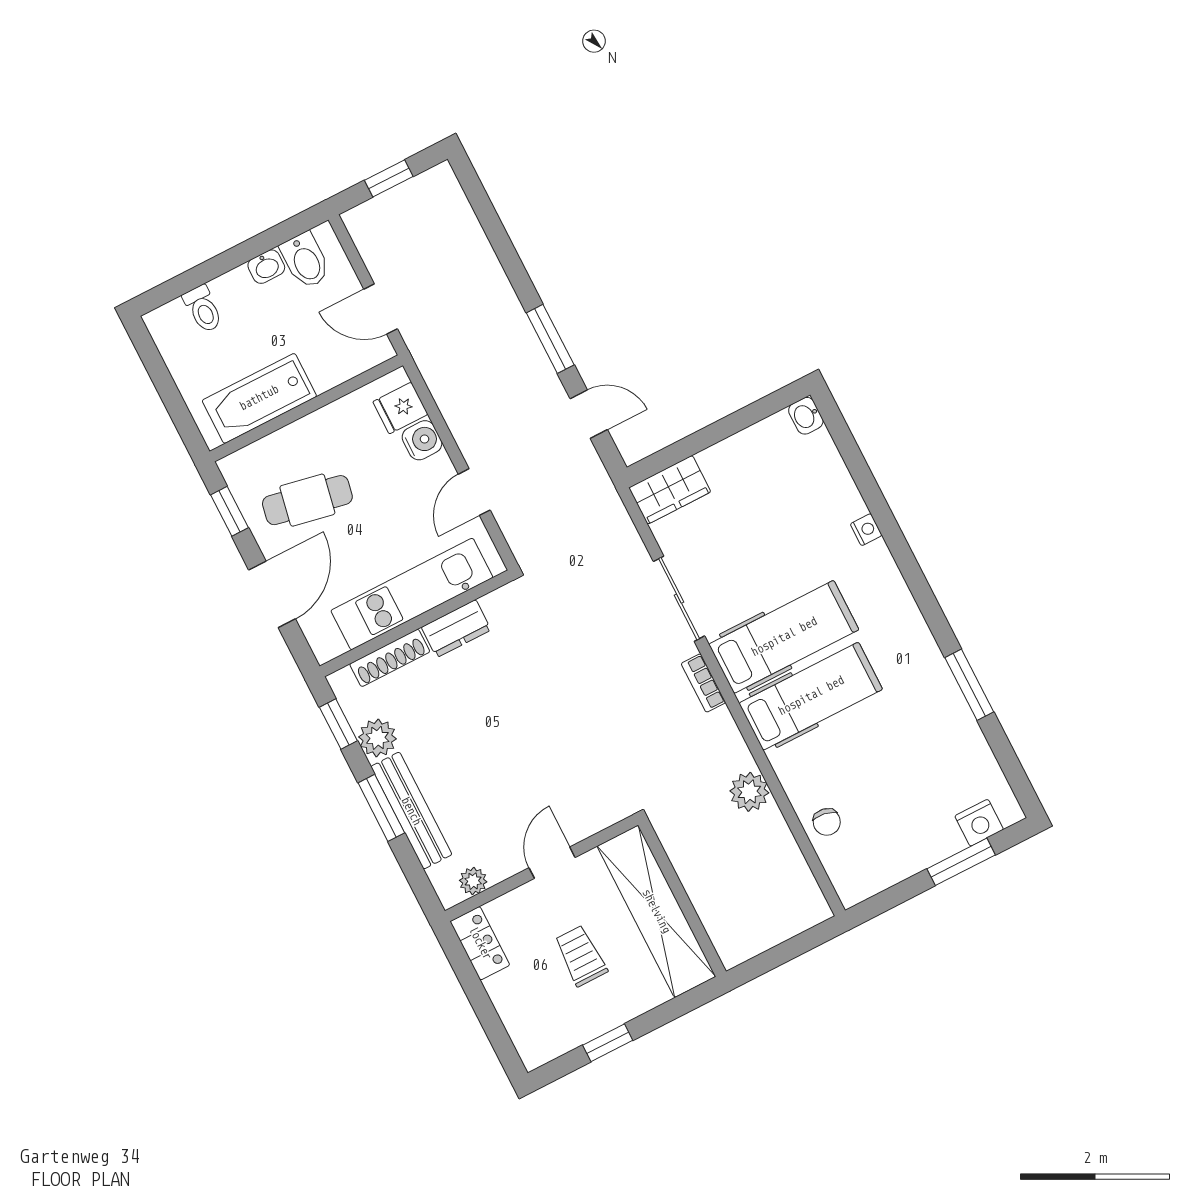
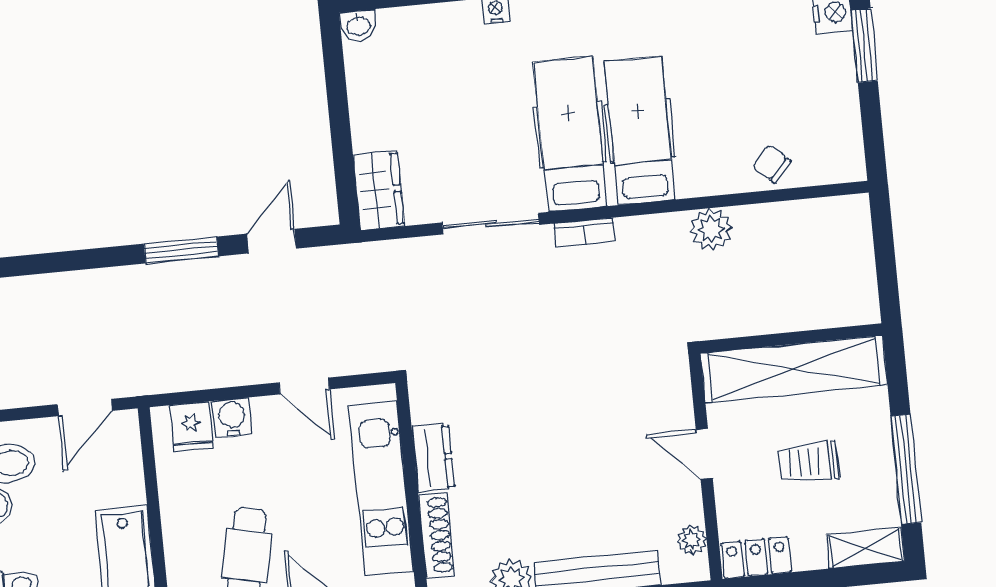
chair: (827, 822) -> (772, 164), turned -148
shelving: (526, 1035) -> (865, 548), added
window: (608, 1043) -> (906, 469), width x2.17

